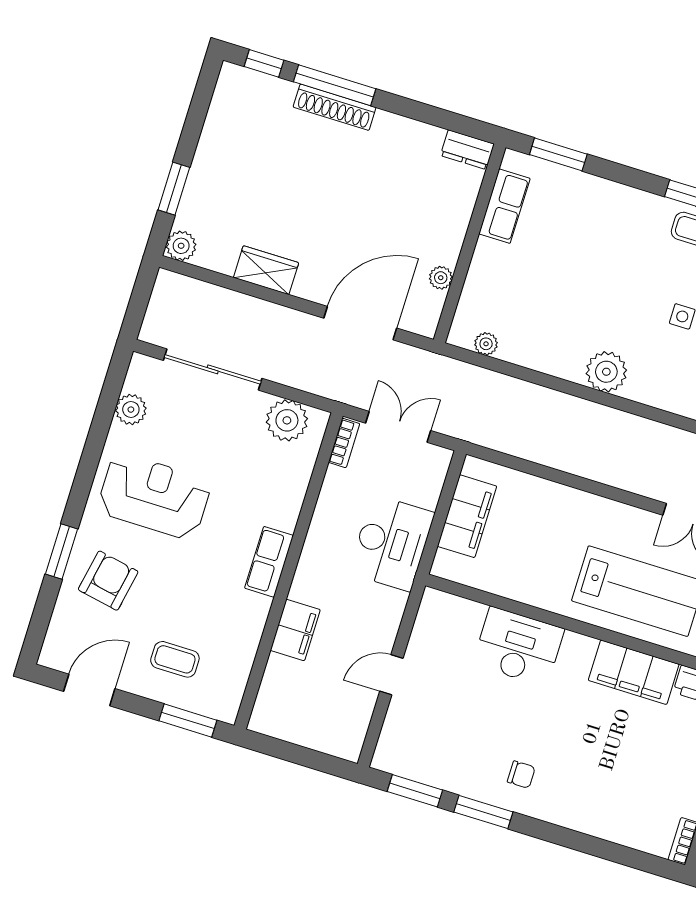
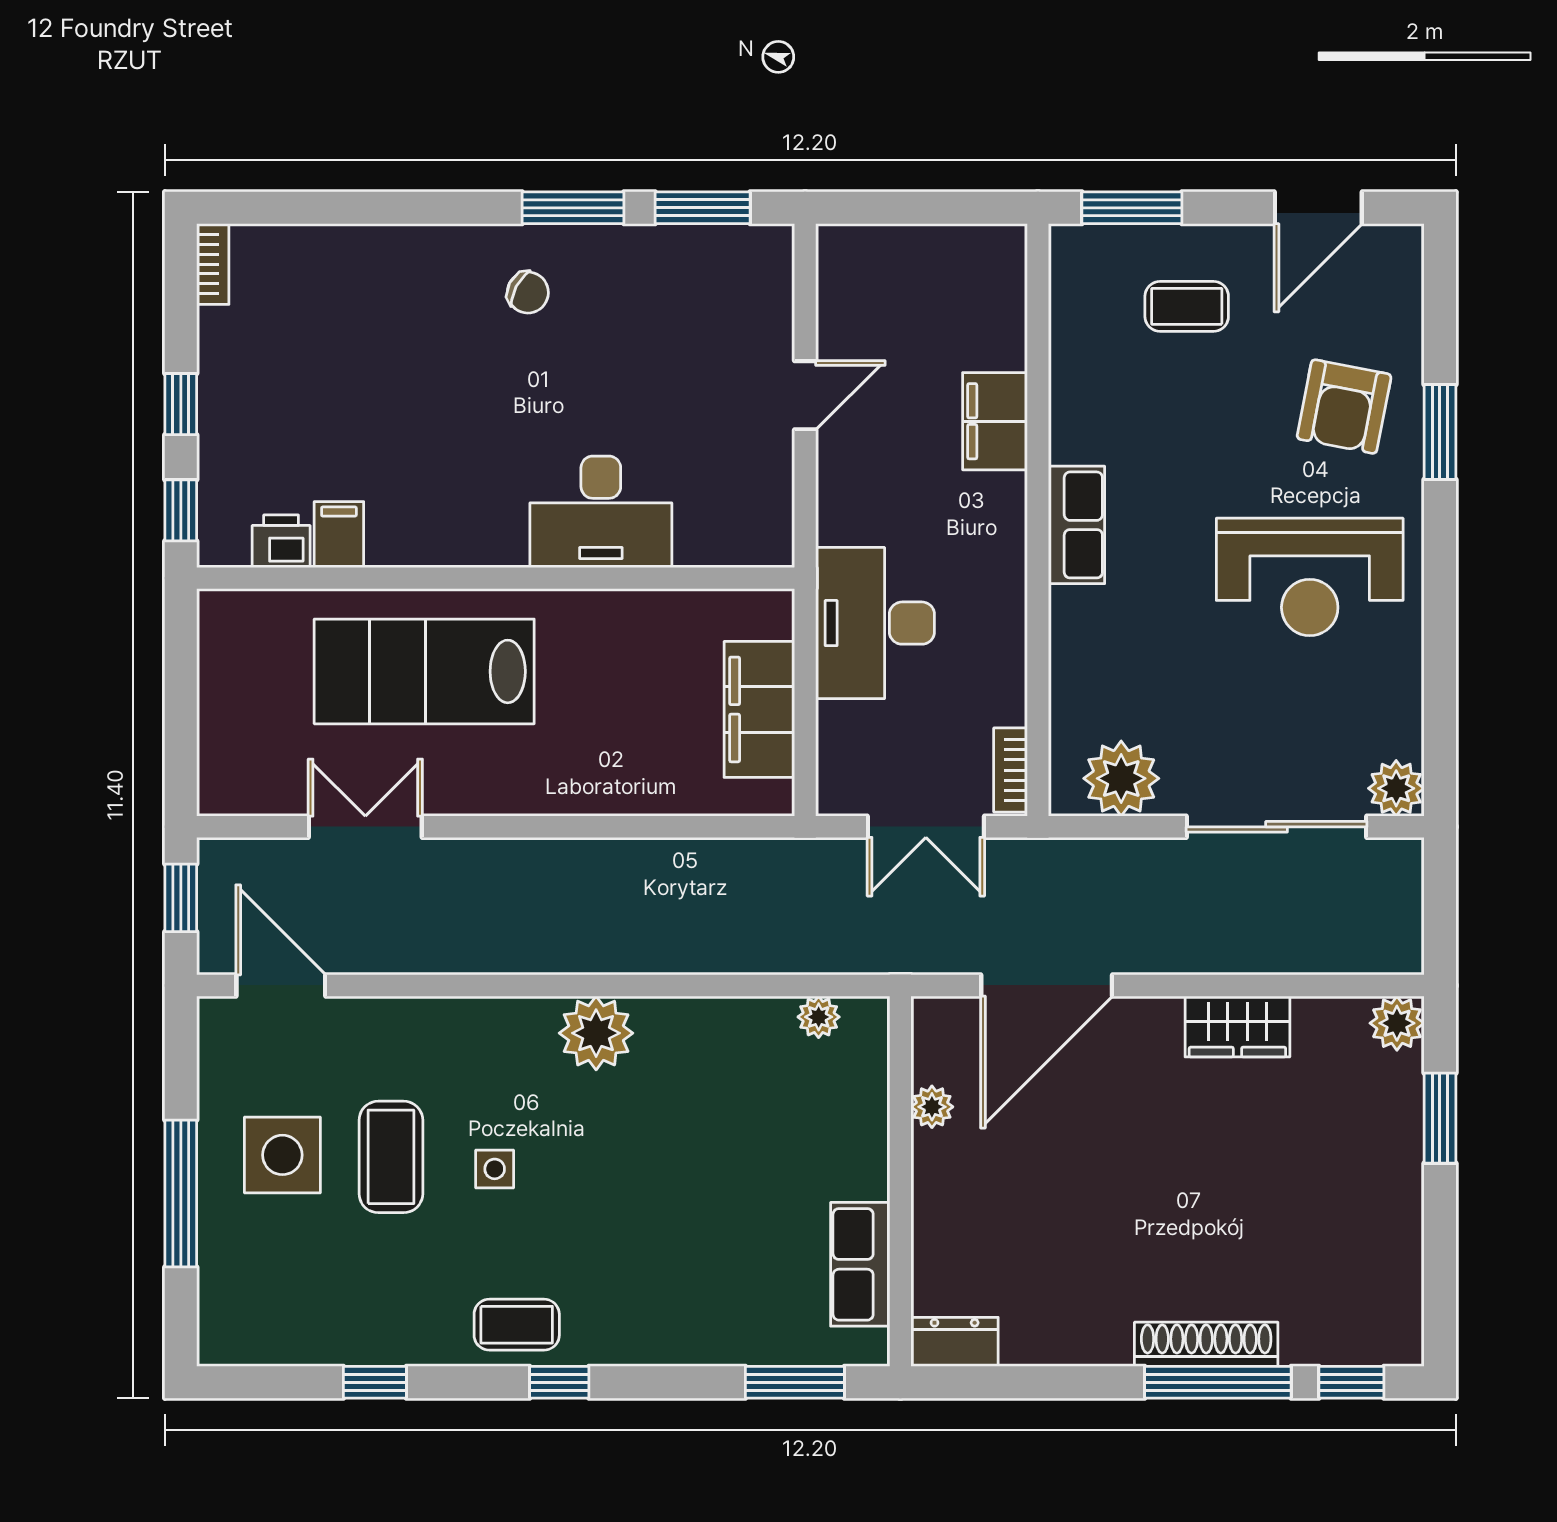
plant: (131, 410) -> (1396, 788), moved
filing cabinet: (634, 672) -> (339, 535), width x0.33, depth x0.86
chair: (521, 775) -> (528, 292), turned -152

